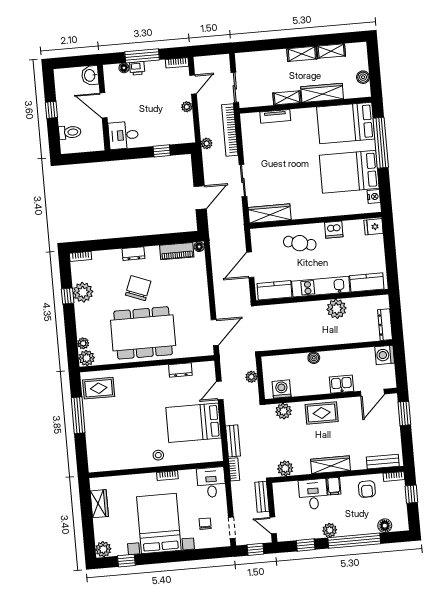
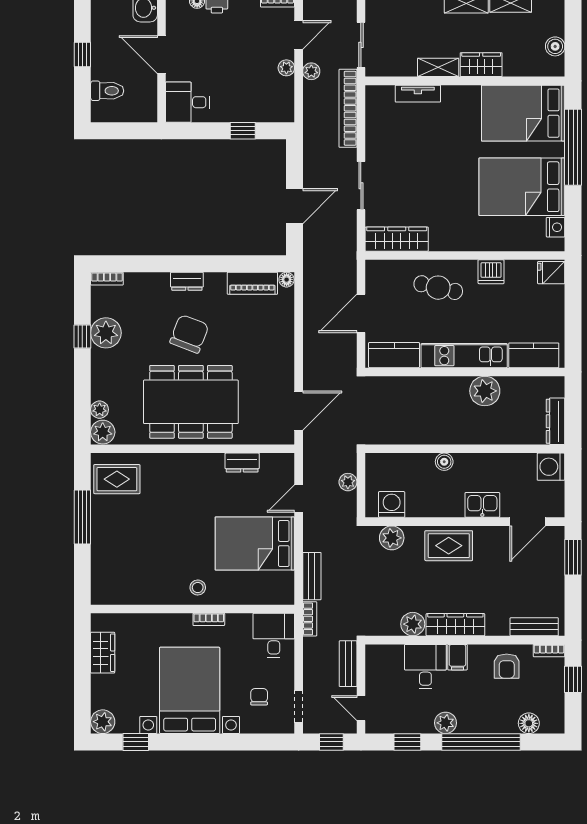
wardrobe: (322, 93) -> (481, 65), width x0.67
plant: (207, 143) -> (311, 71), moved
plant: (285, 468) -> (413, 624), moved

